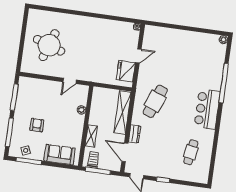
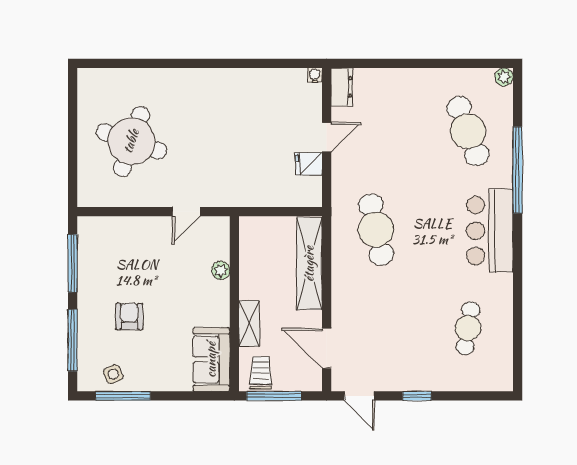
cafe table: (203, 62) -> (468, 131), added
fridge: (126, 71) -> (309, 164), width x0.53, depth x0.75
cafe table: (155, 101) -> (376, 230), turned -33
dresser: (135, 134) -> (342, 87), moved
sofa: (60, 155) -> (211, 360), moved, turned -90

